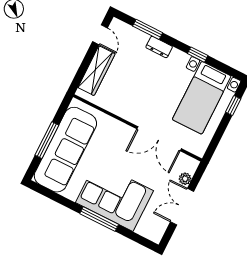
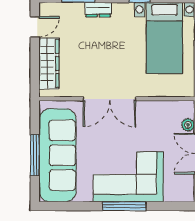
door: (100, 35) -> (35, 27), hinge flipped
double door: (159, 139) -> (110, 99), moved

